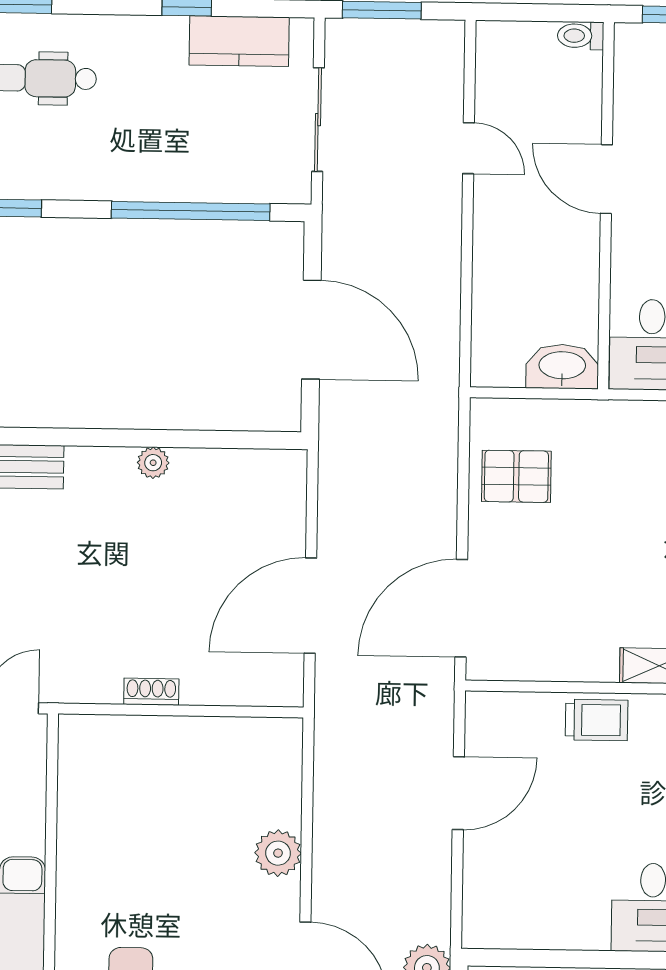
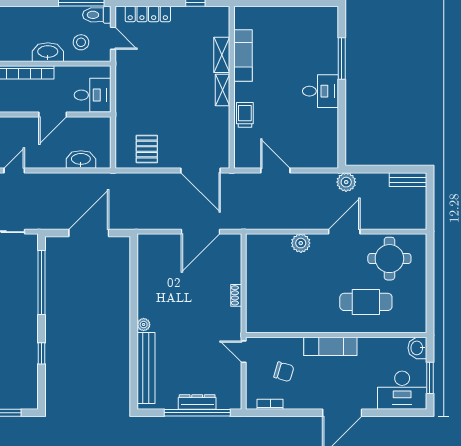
door: (606, 179) -> (53, 114), moved
washbasin: (562, 367) -> (81, 159), moved, turned 90
plant: (153, 463) -> (144, 325), moved
door: (310, 606) -> (200, 232), hinge flipped

